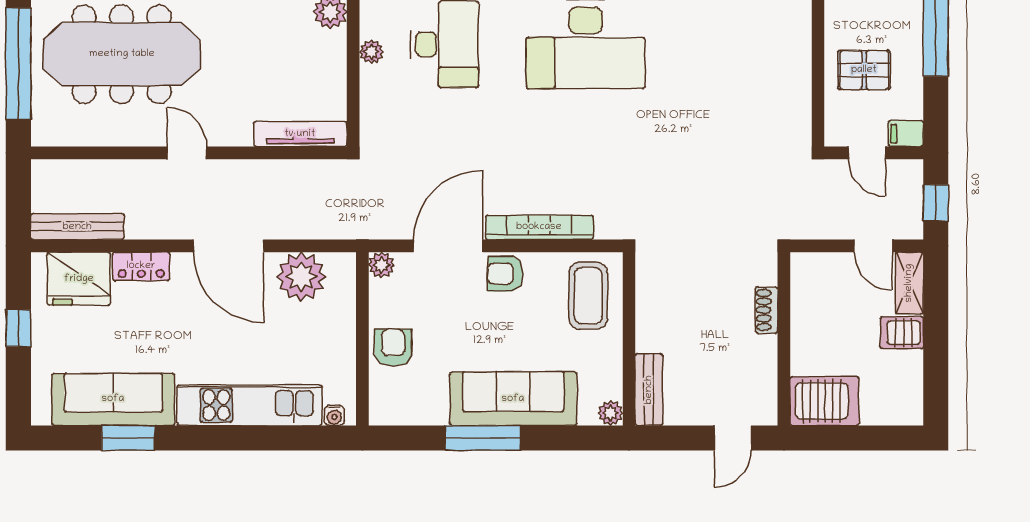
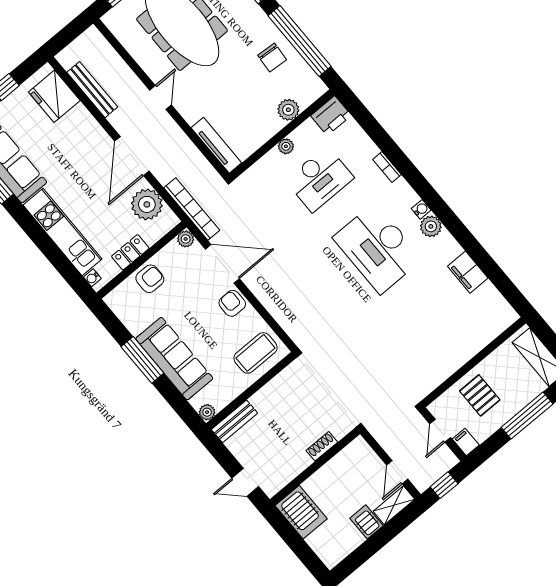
bench: (77, 227) -> (92, 90), moved
bookcase: (539, 227) -> (192, 209), moved
locker: (141, 266) -> (130, 252), moved, turned 90

